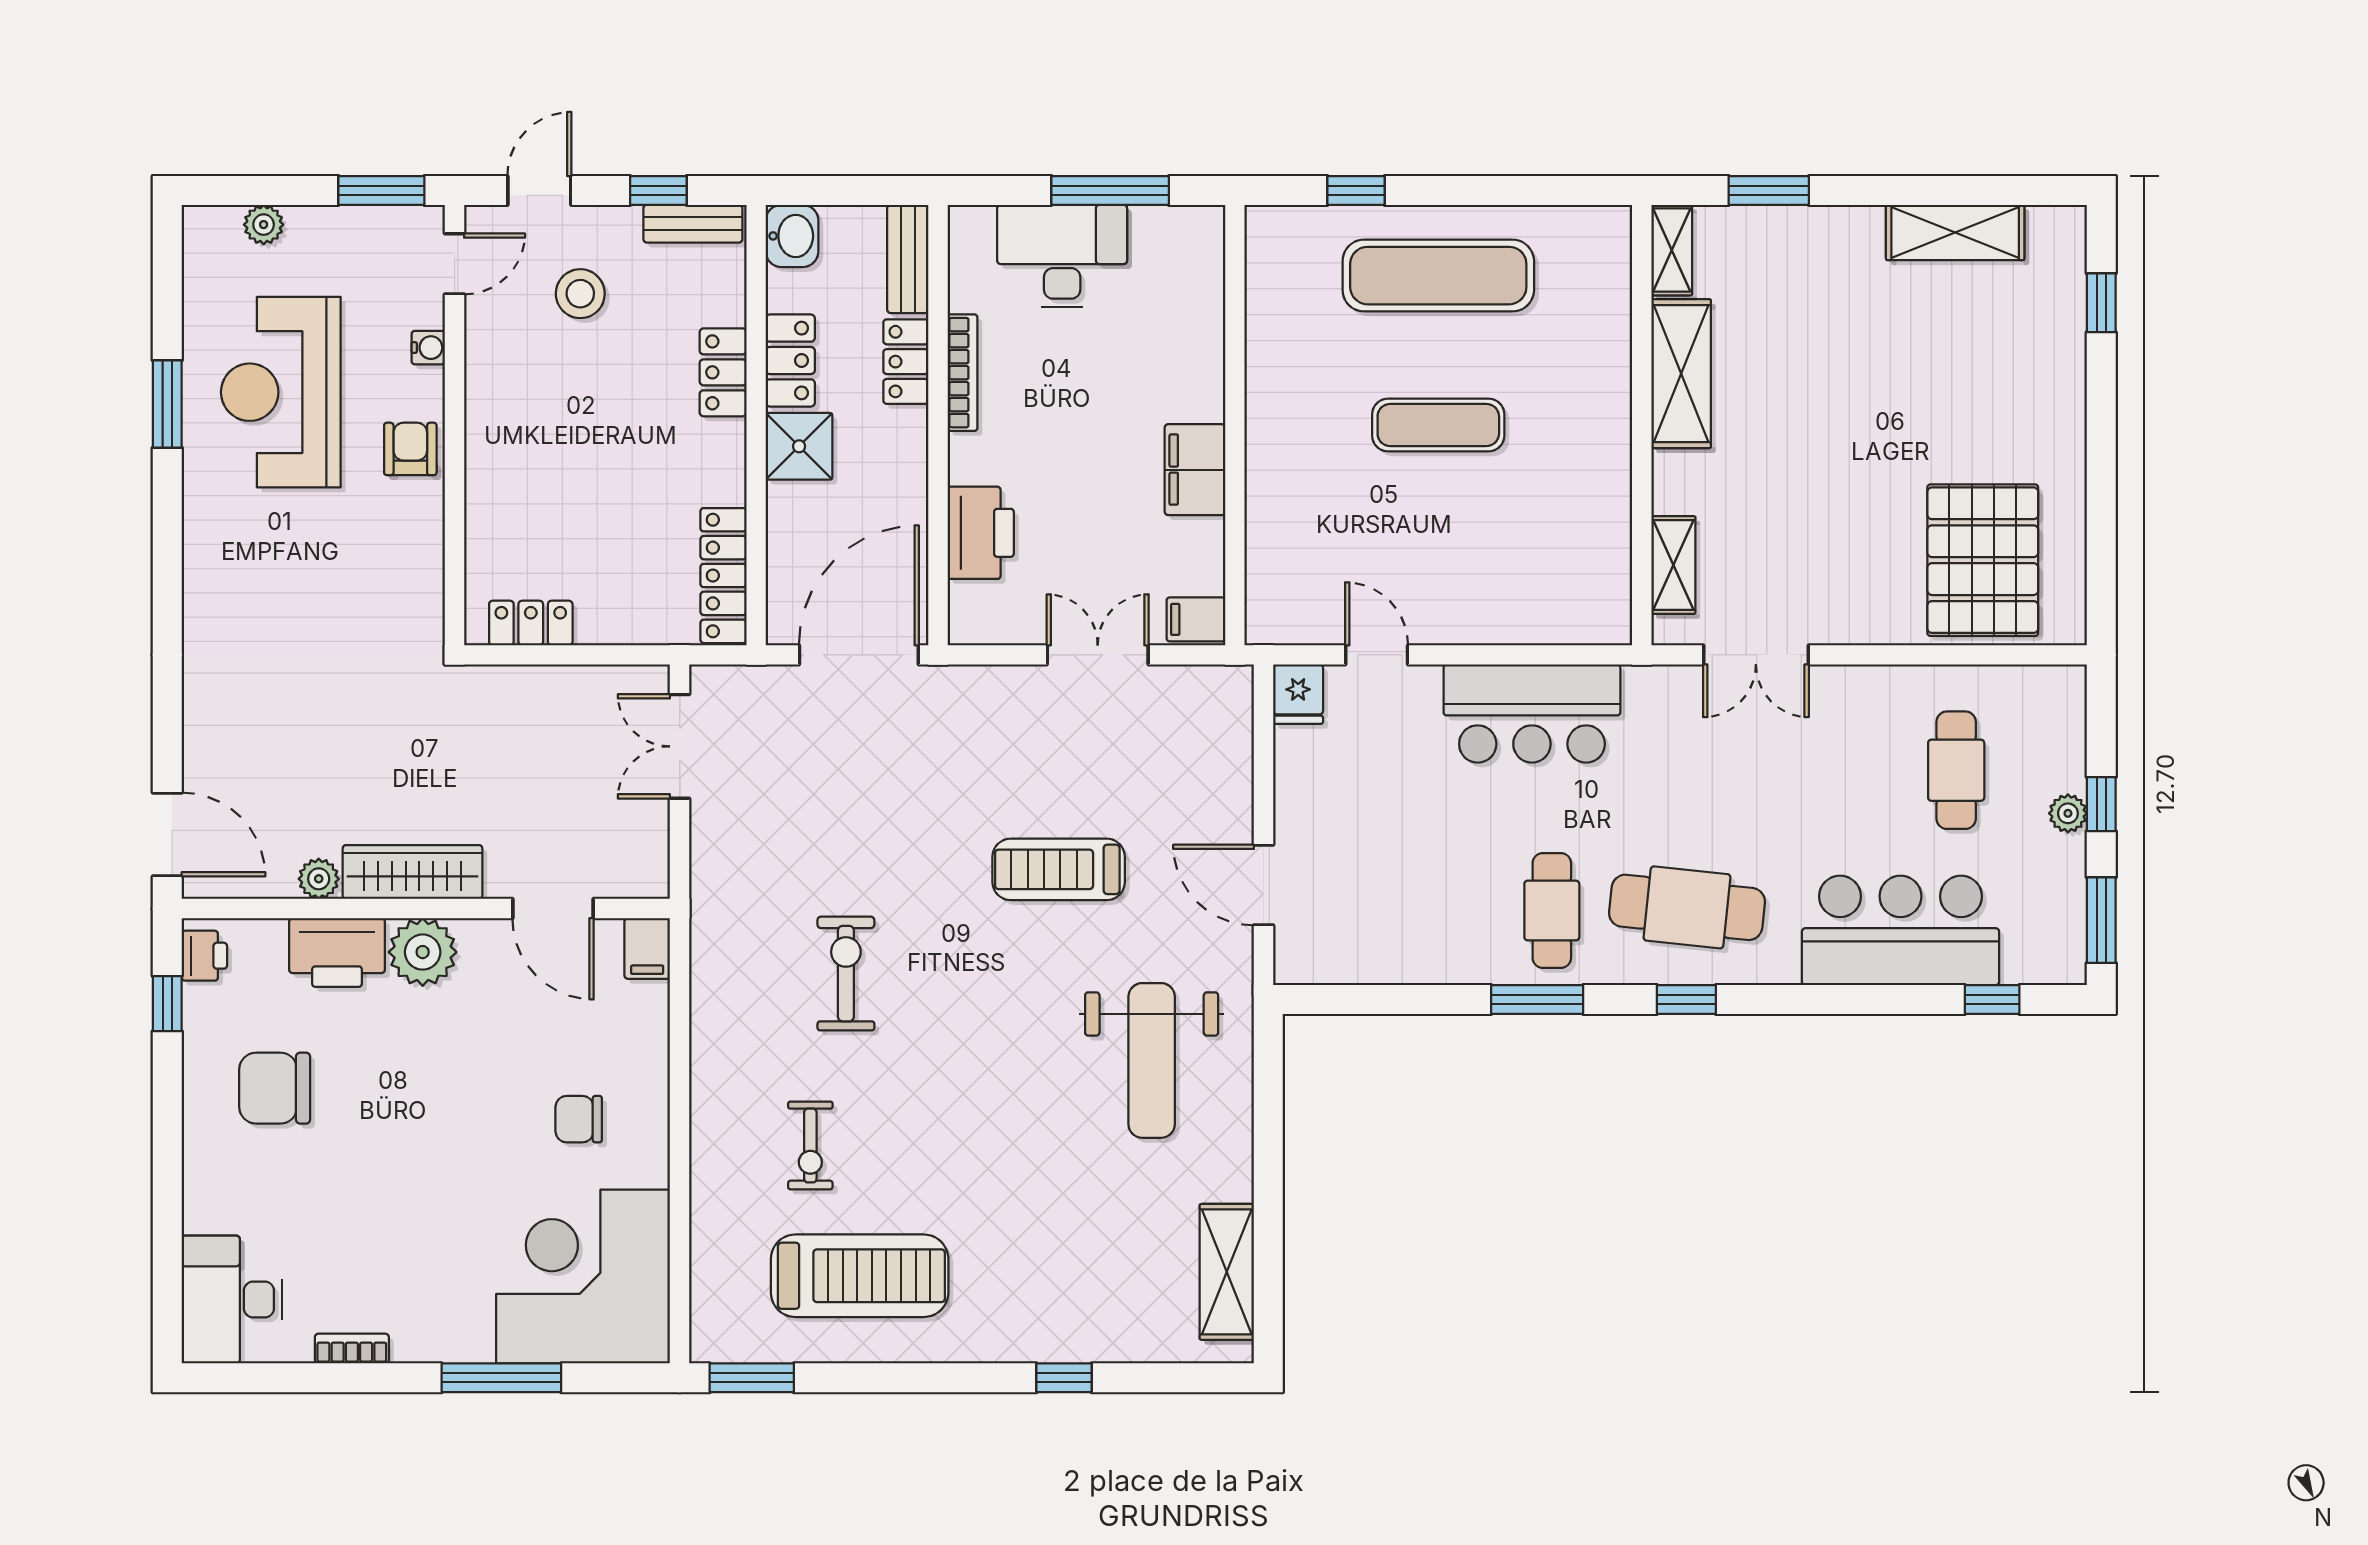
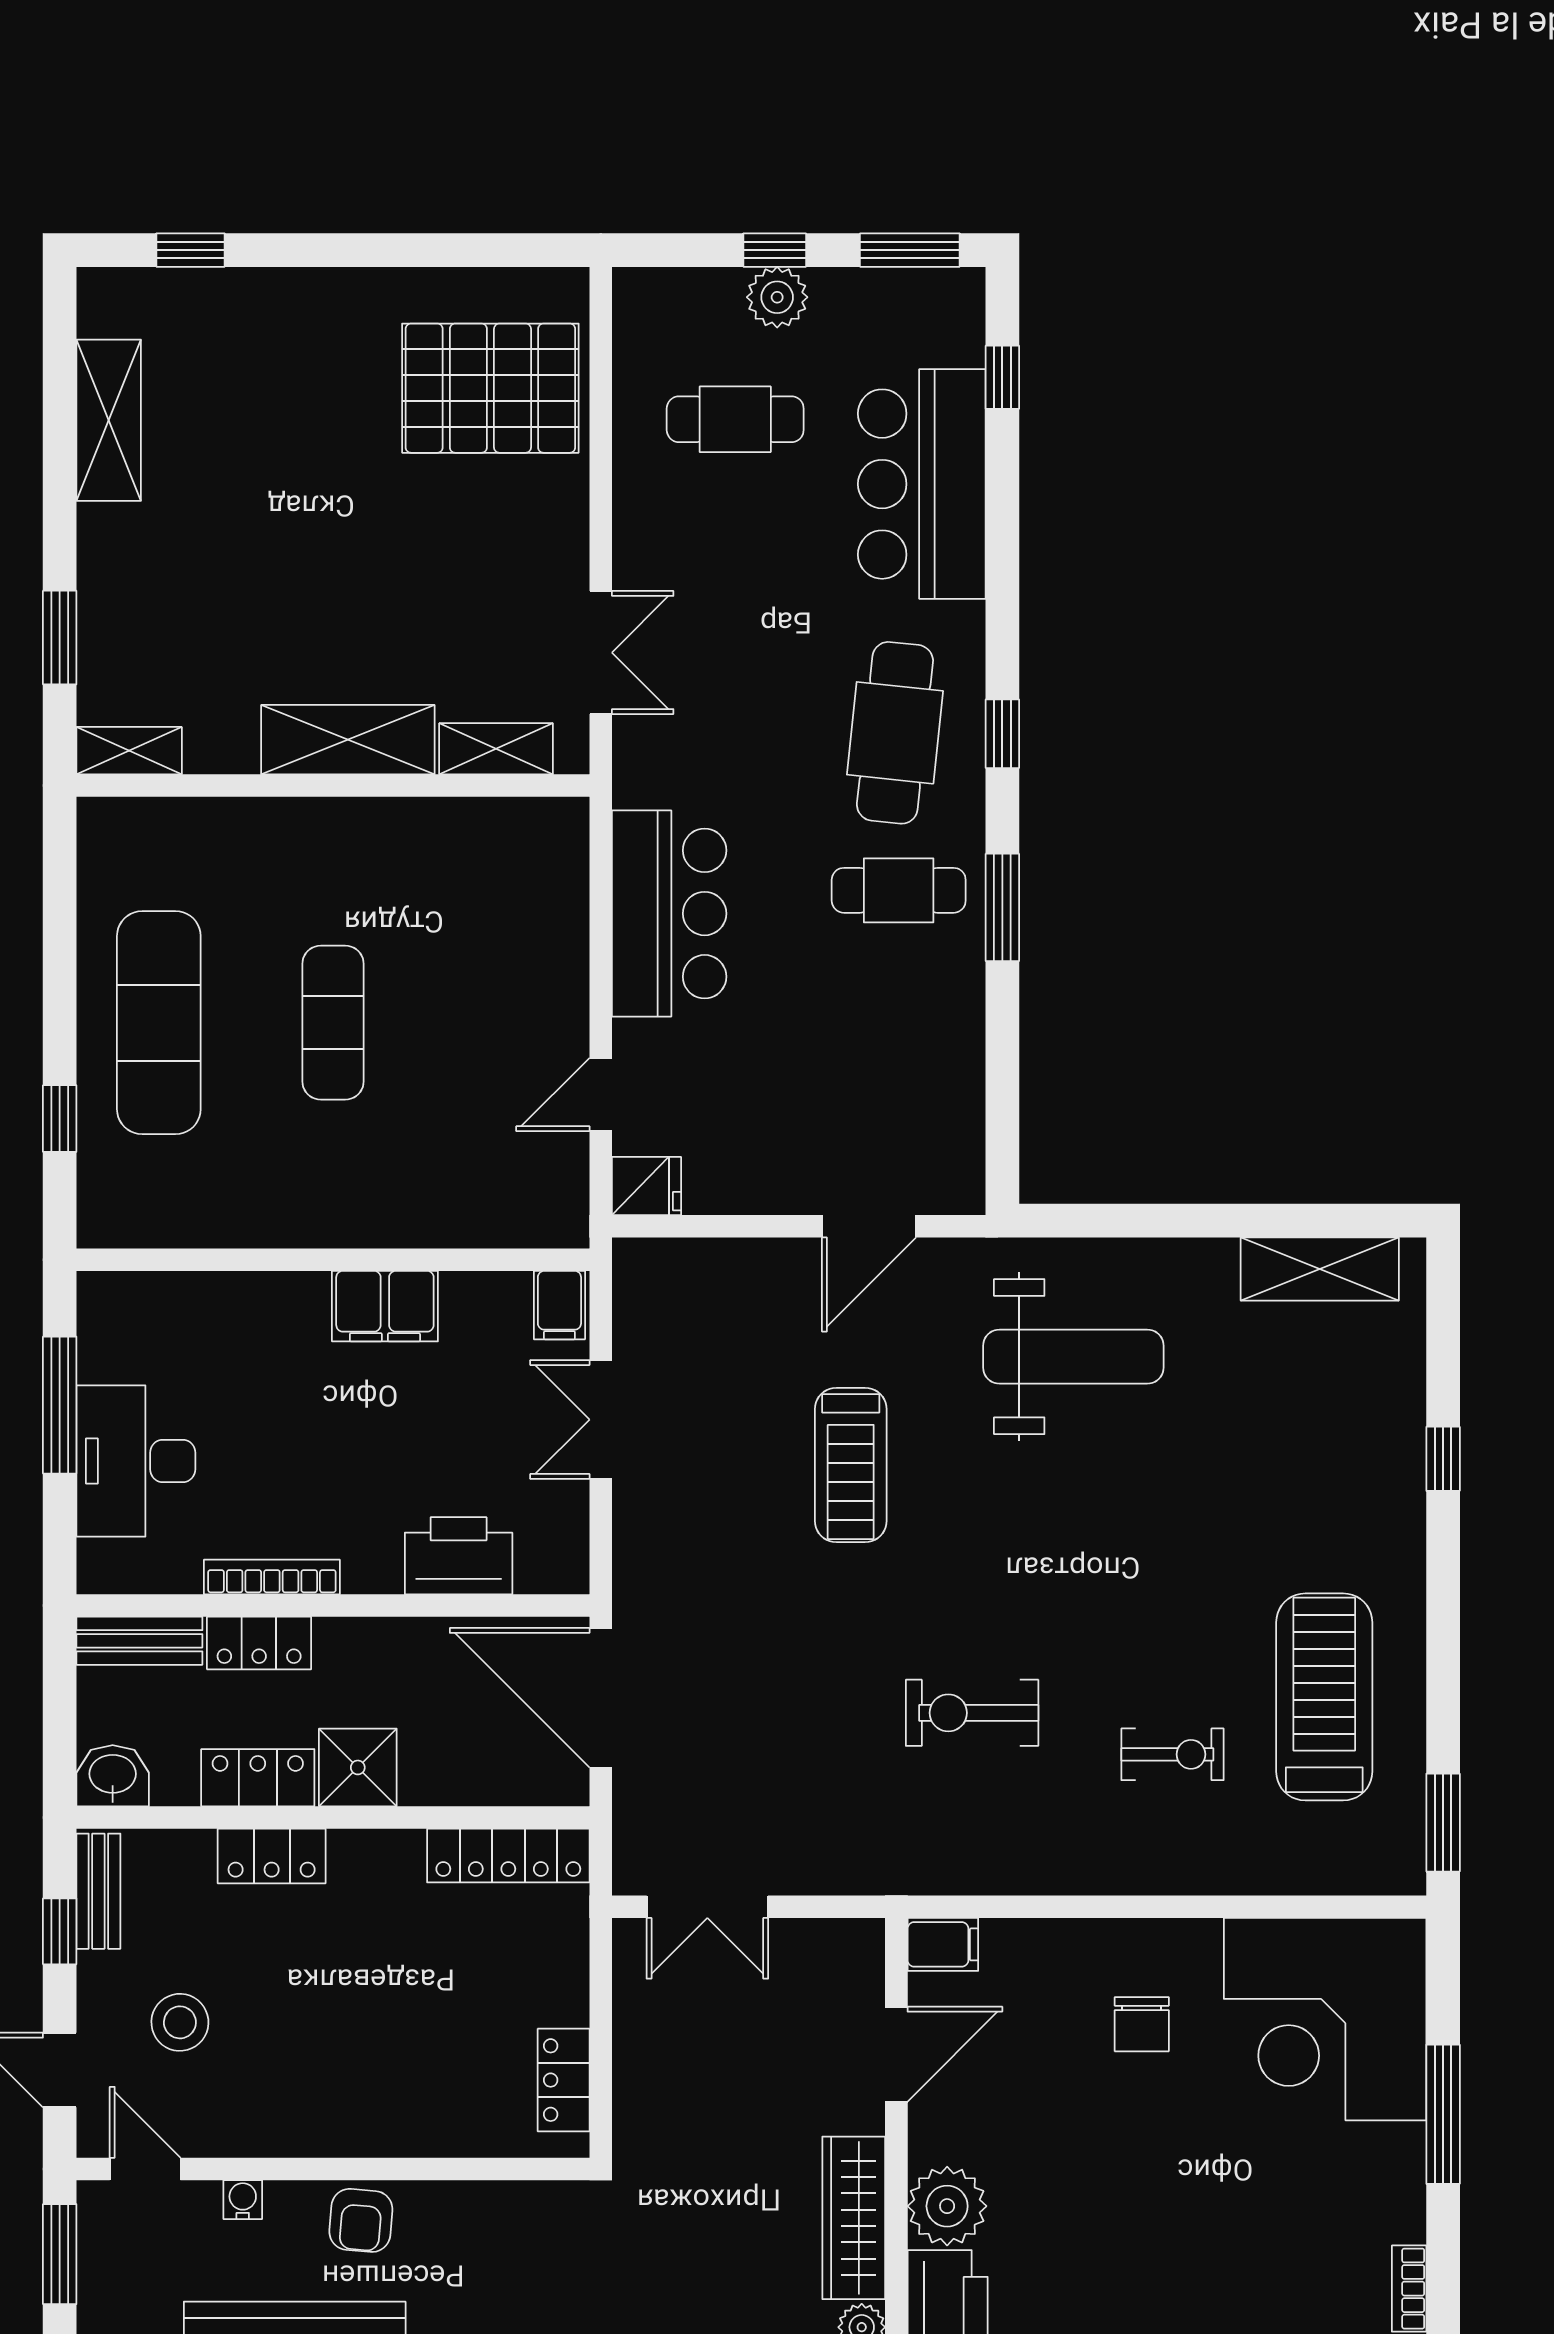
shelving: (1681, 374) -> (348, 740), moved
armchair: (410, 449) -> (361, 2220), turned -85
plant: (2068, 813) -> (777, 297), width x1.38, depth x1.38

